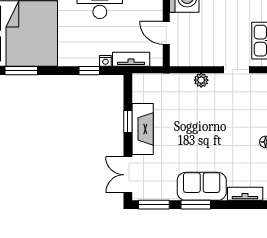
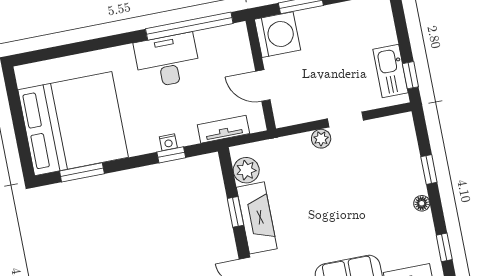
nightstand: (105, 61) -> (168, 142), moved
doorway: (237, 70) -> (345, 120), moved
plant: (142, 93) -> (246, 170), added

